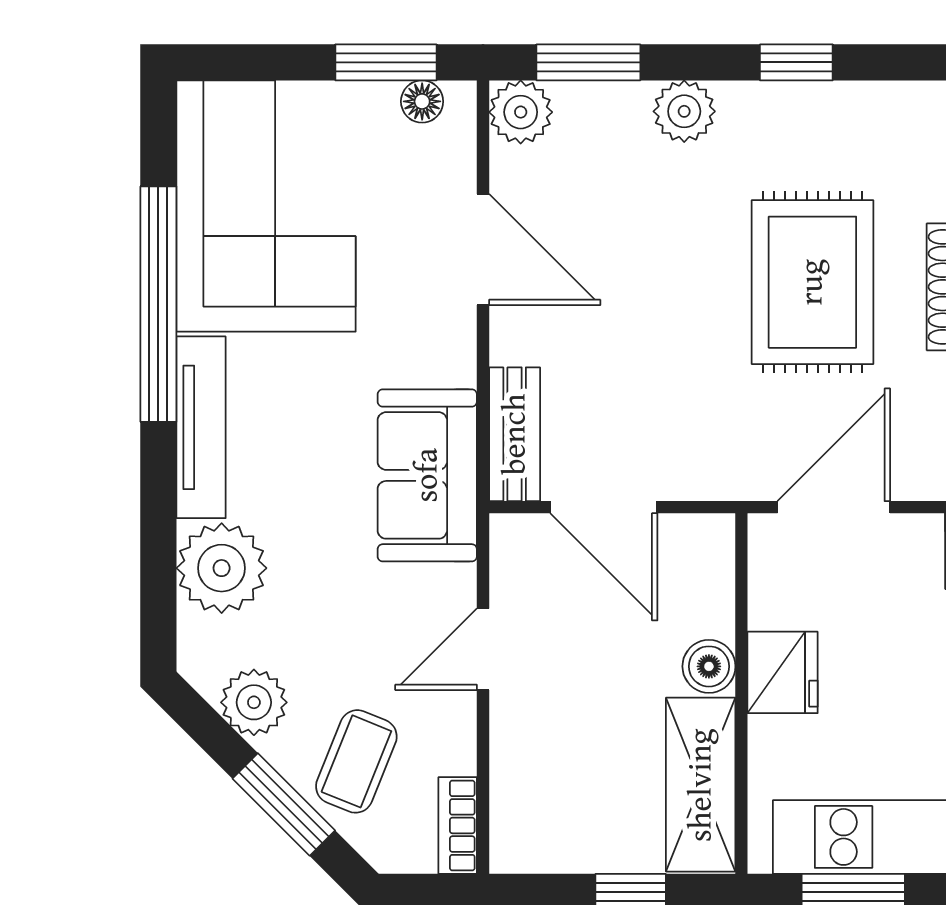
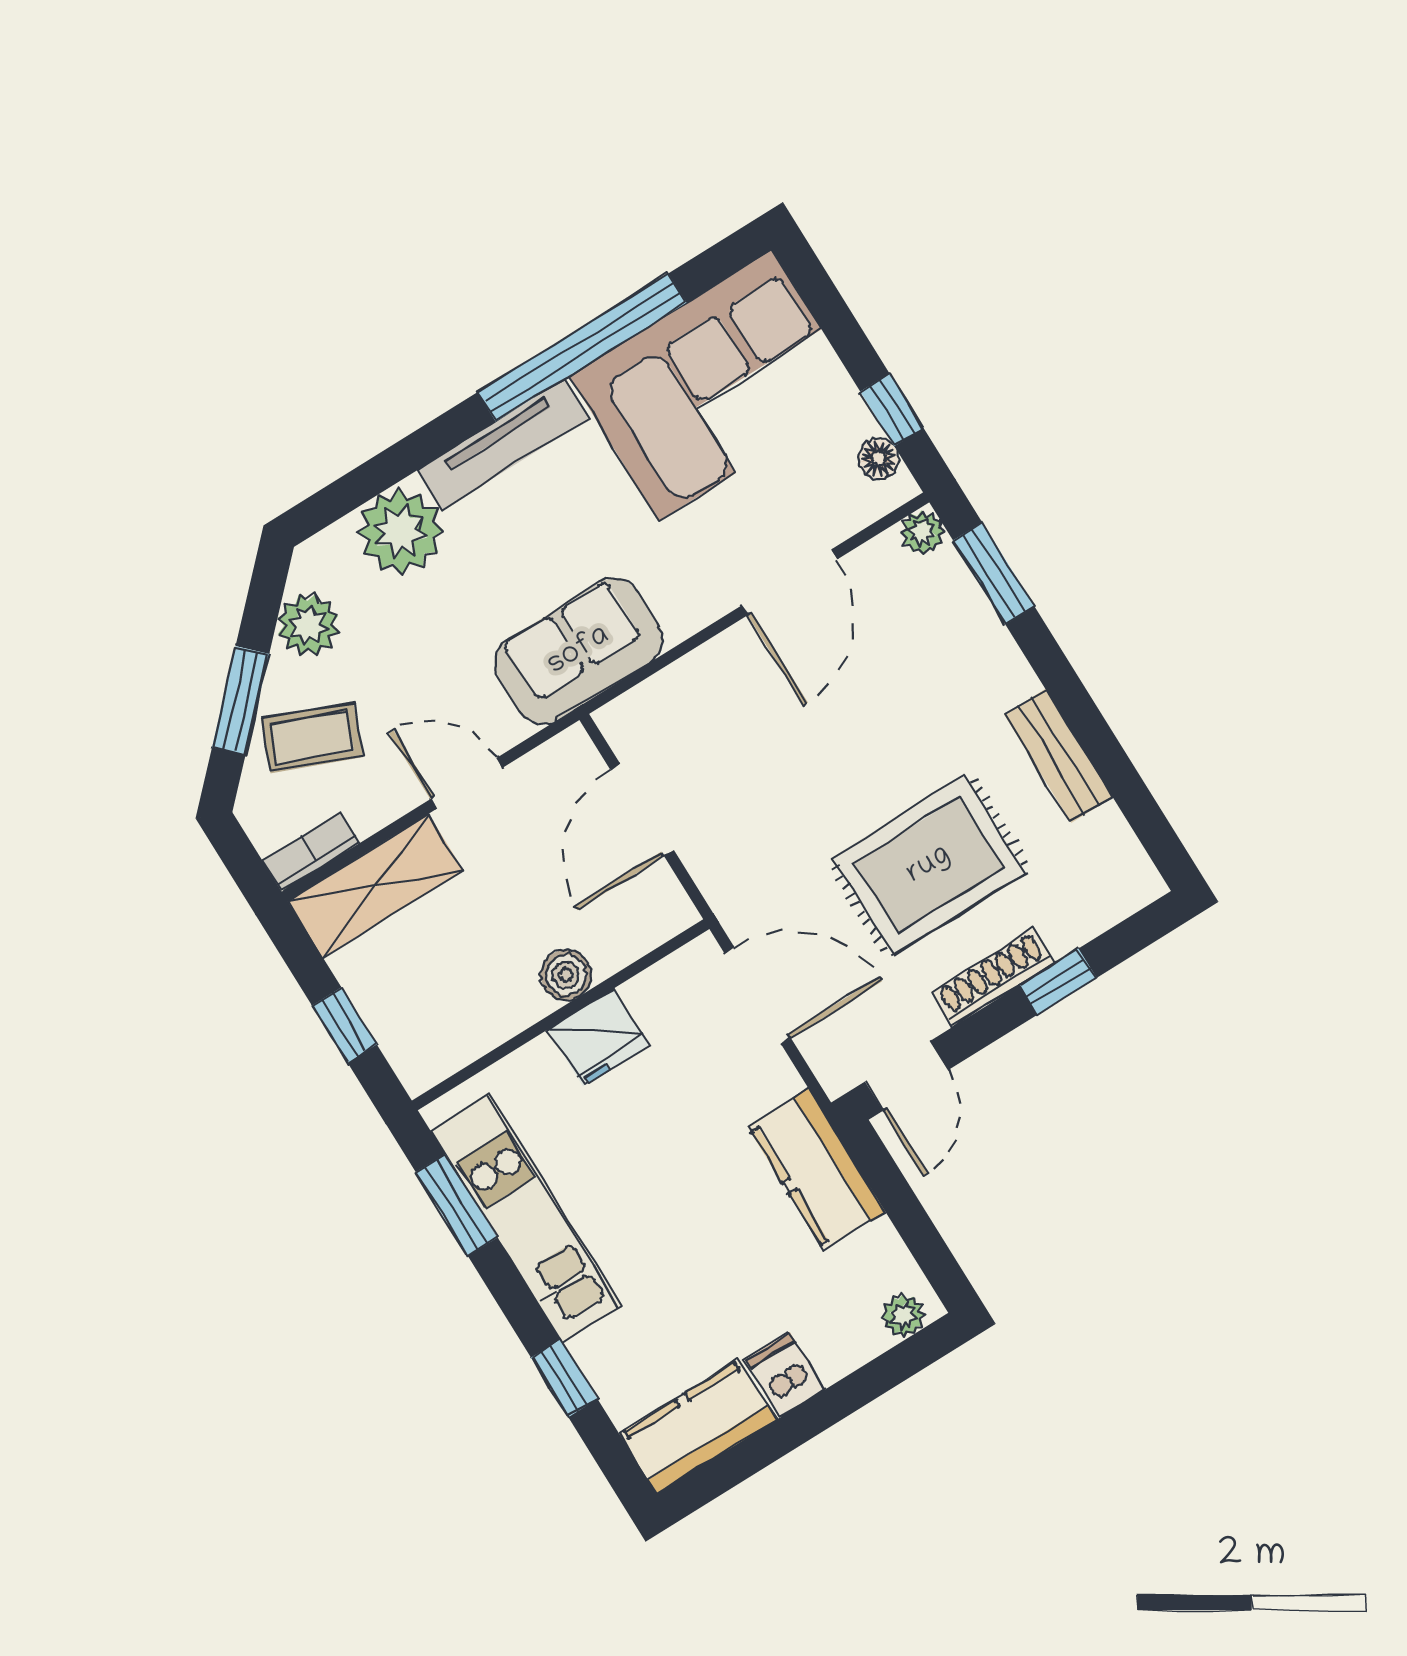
window: (386, 62) -> (892, 410), width x0.67
window: (796, 62) -> (1098, 742), removed
plant: (684, 111) -> (1002, 676), removed
plant: (521, 112) -> (922, 532), width x0.73, depth x0.73
bench: (515, 434) -> (1058, 756), moved, turned 90
shelving: (701, 785) -> (376, 886), moved

